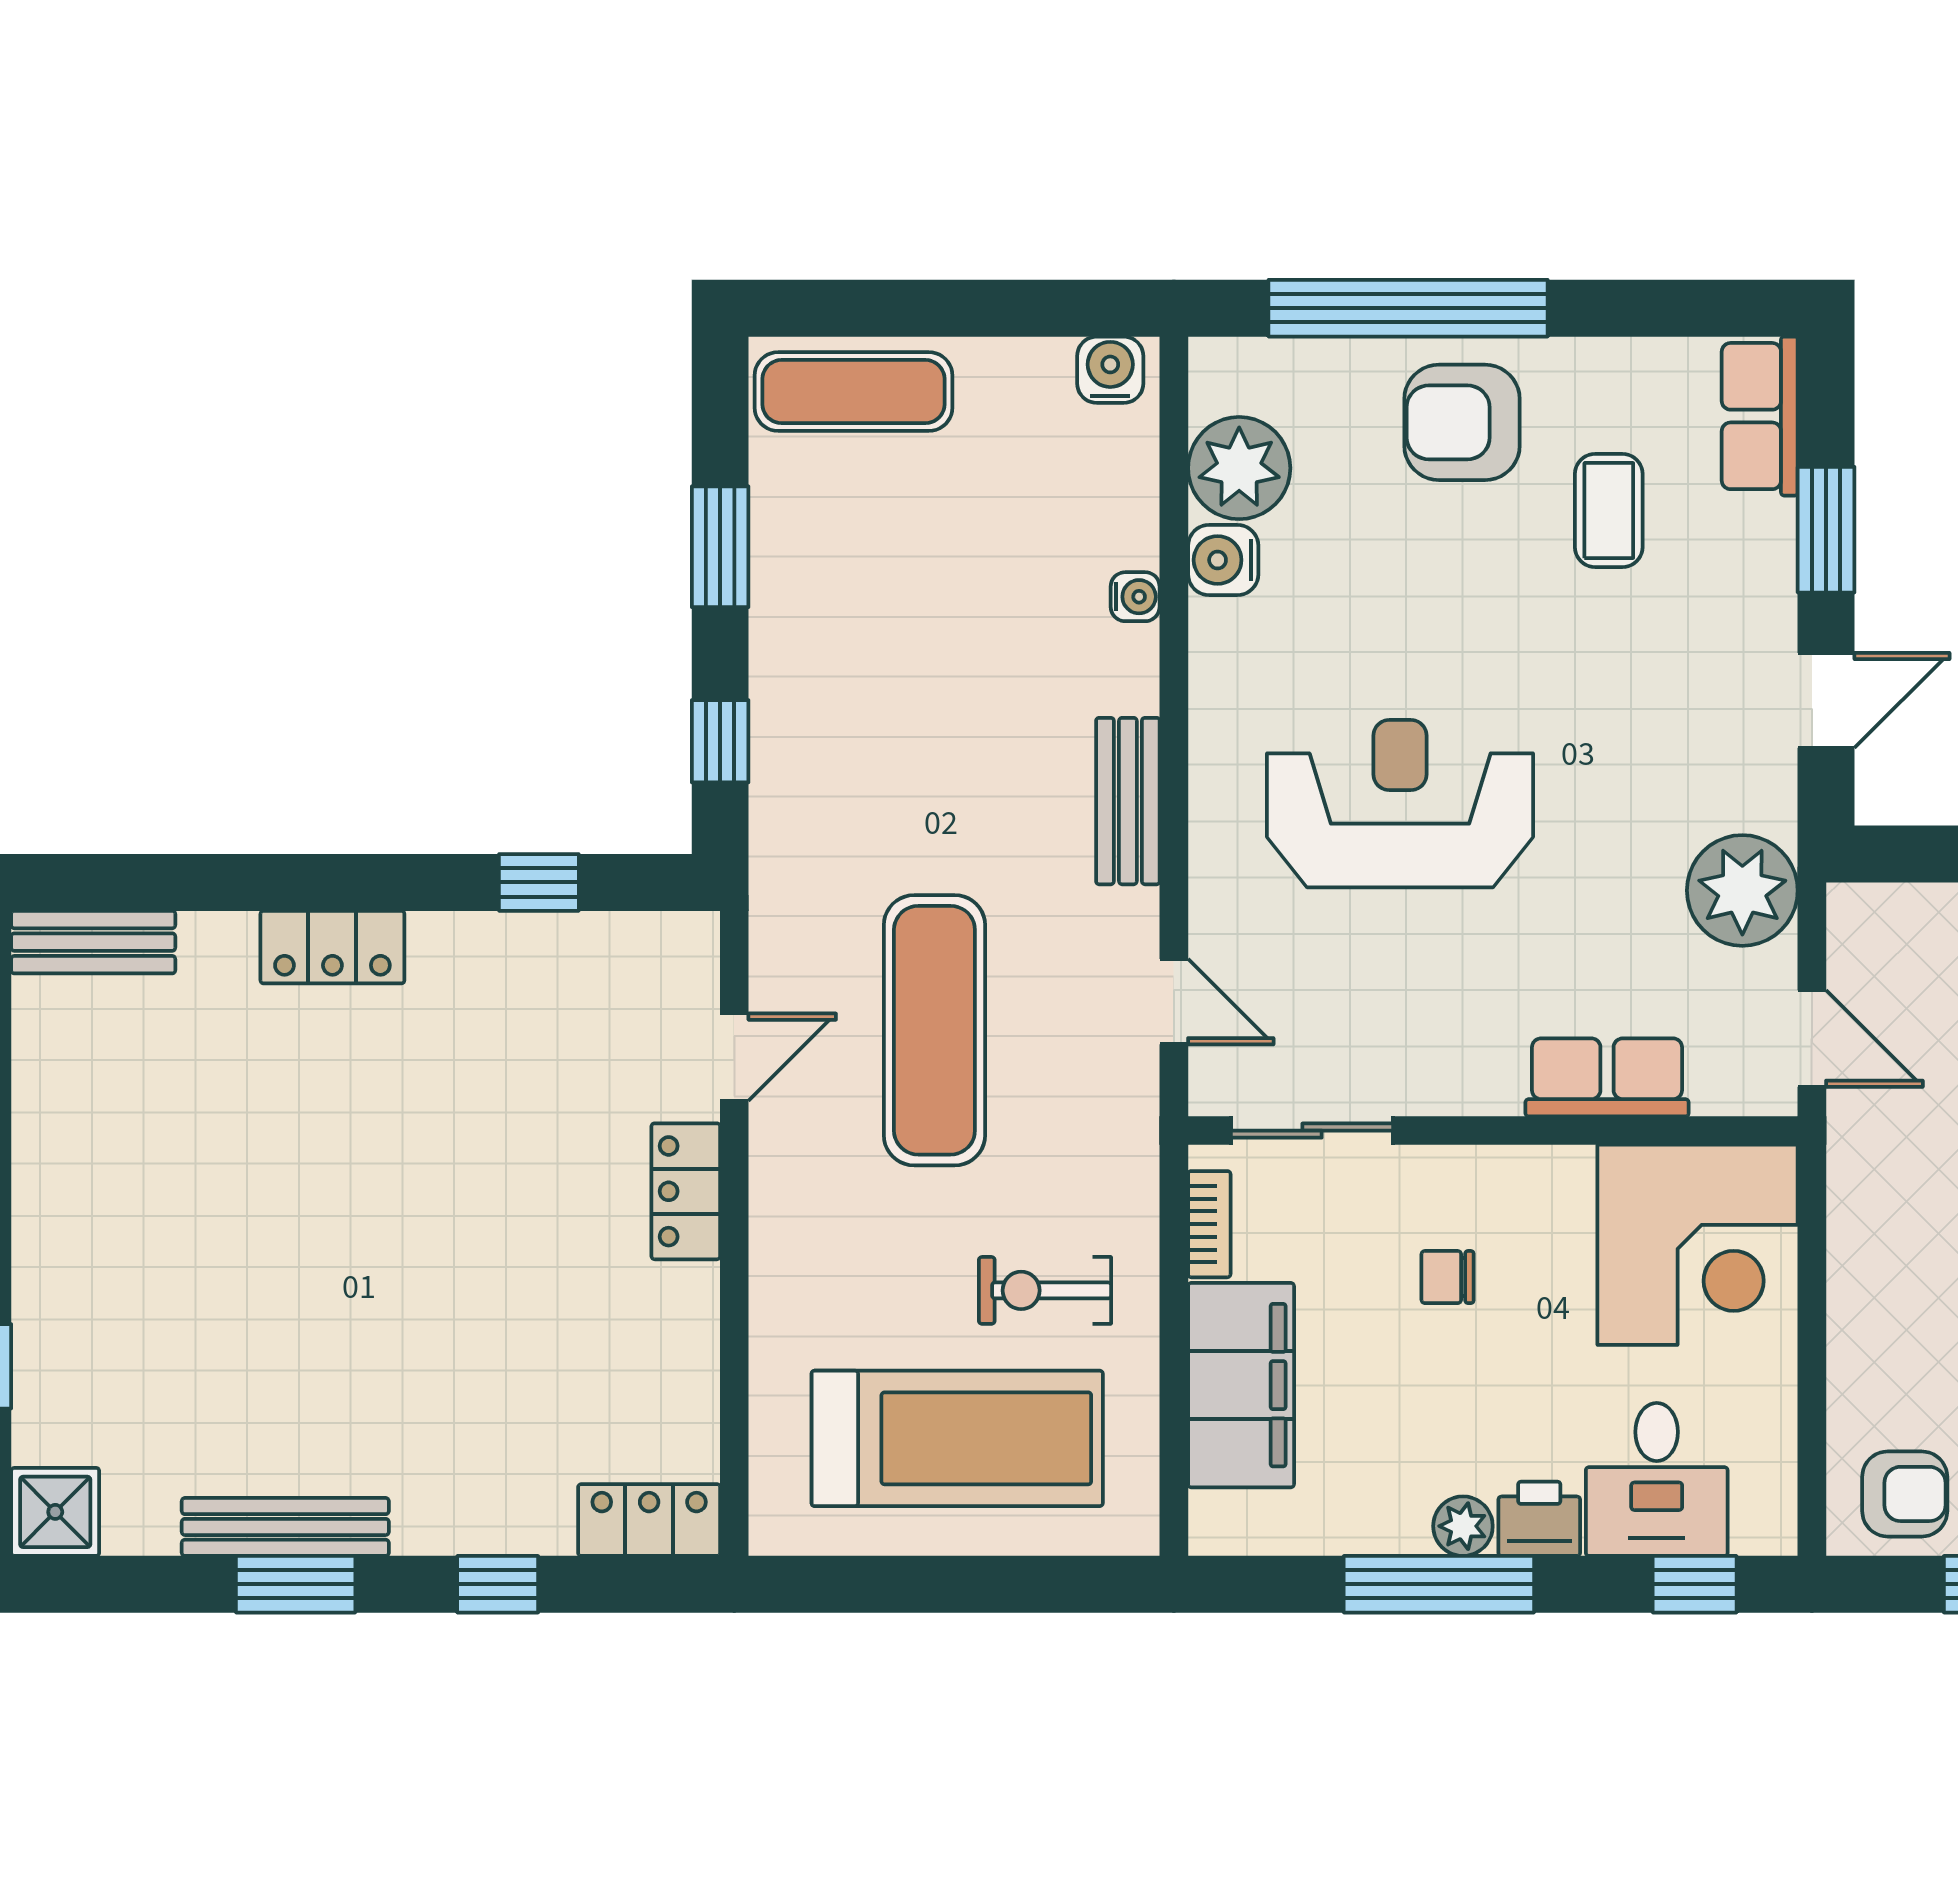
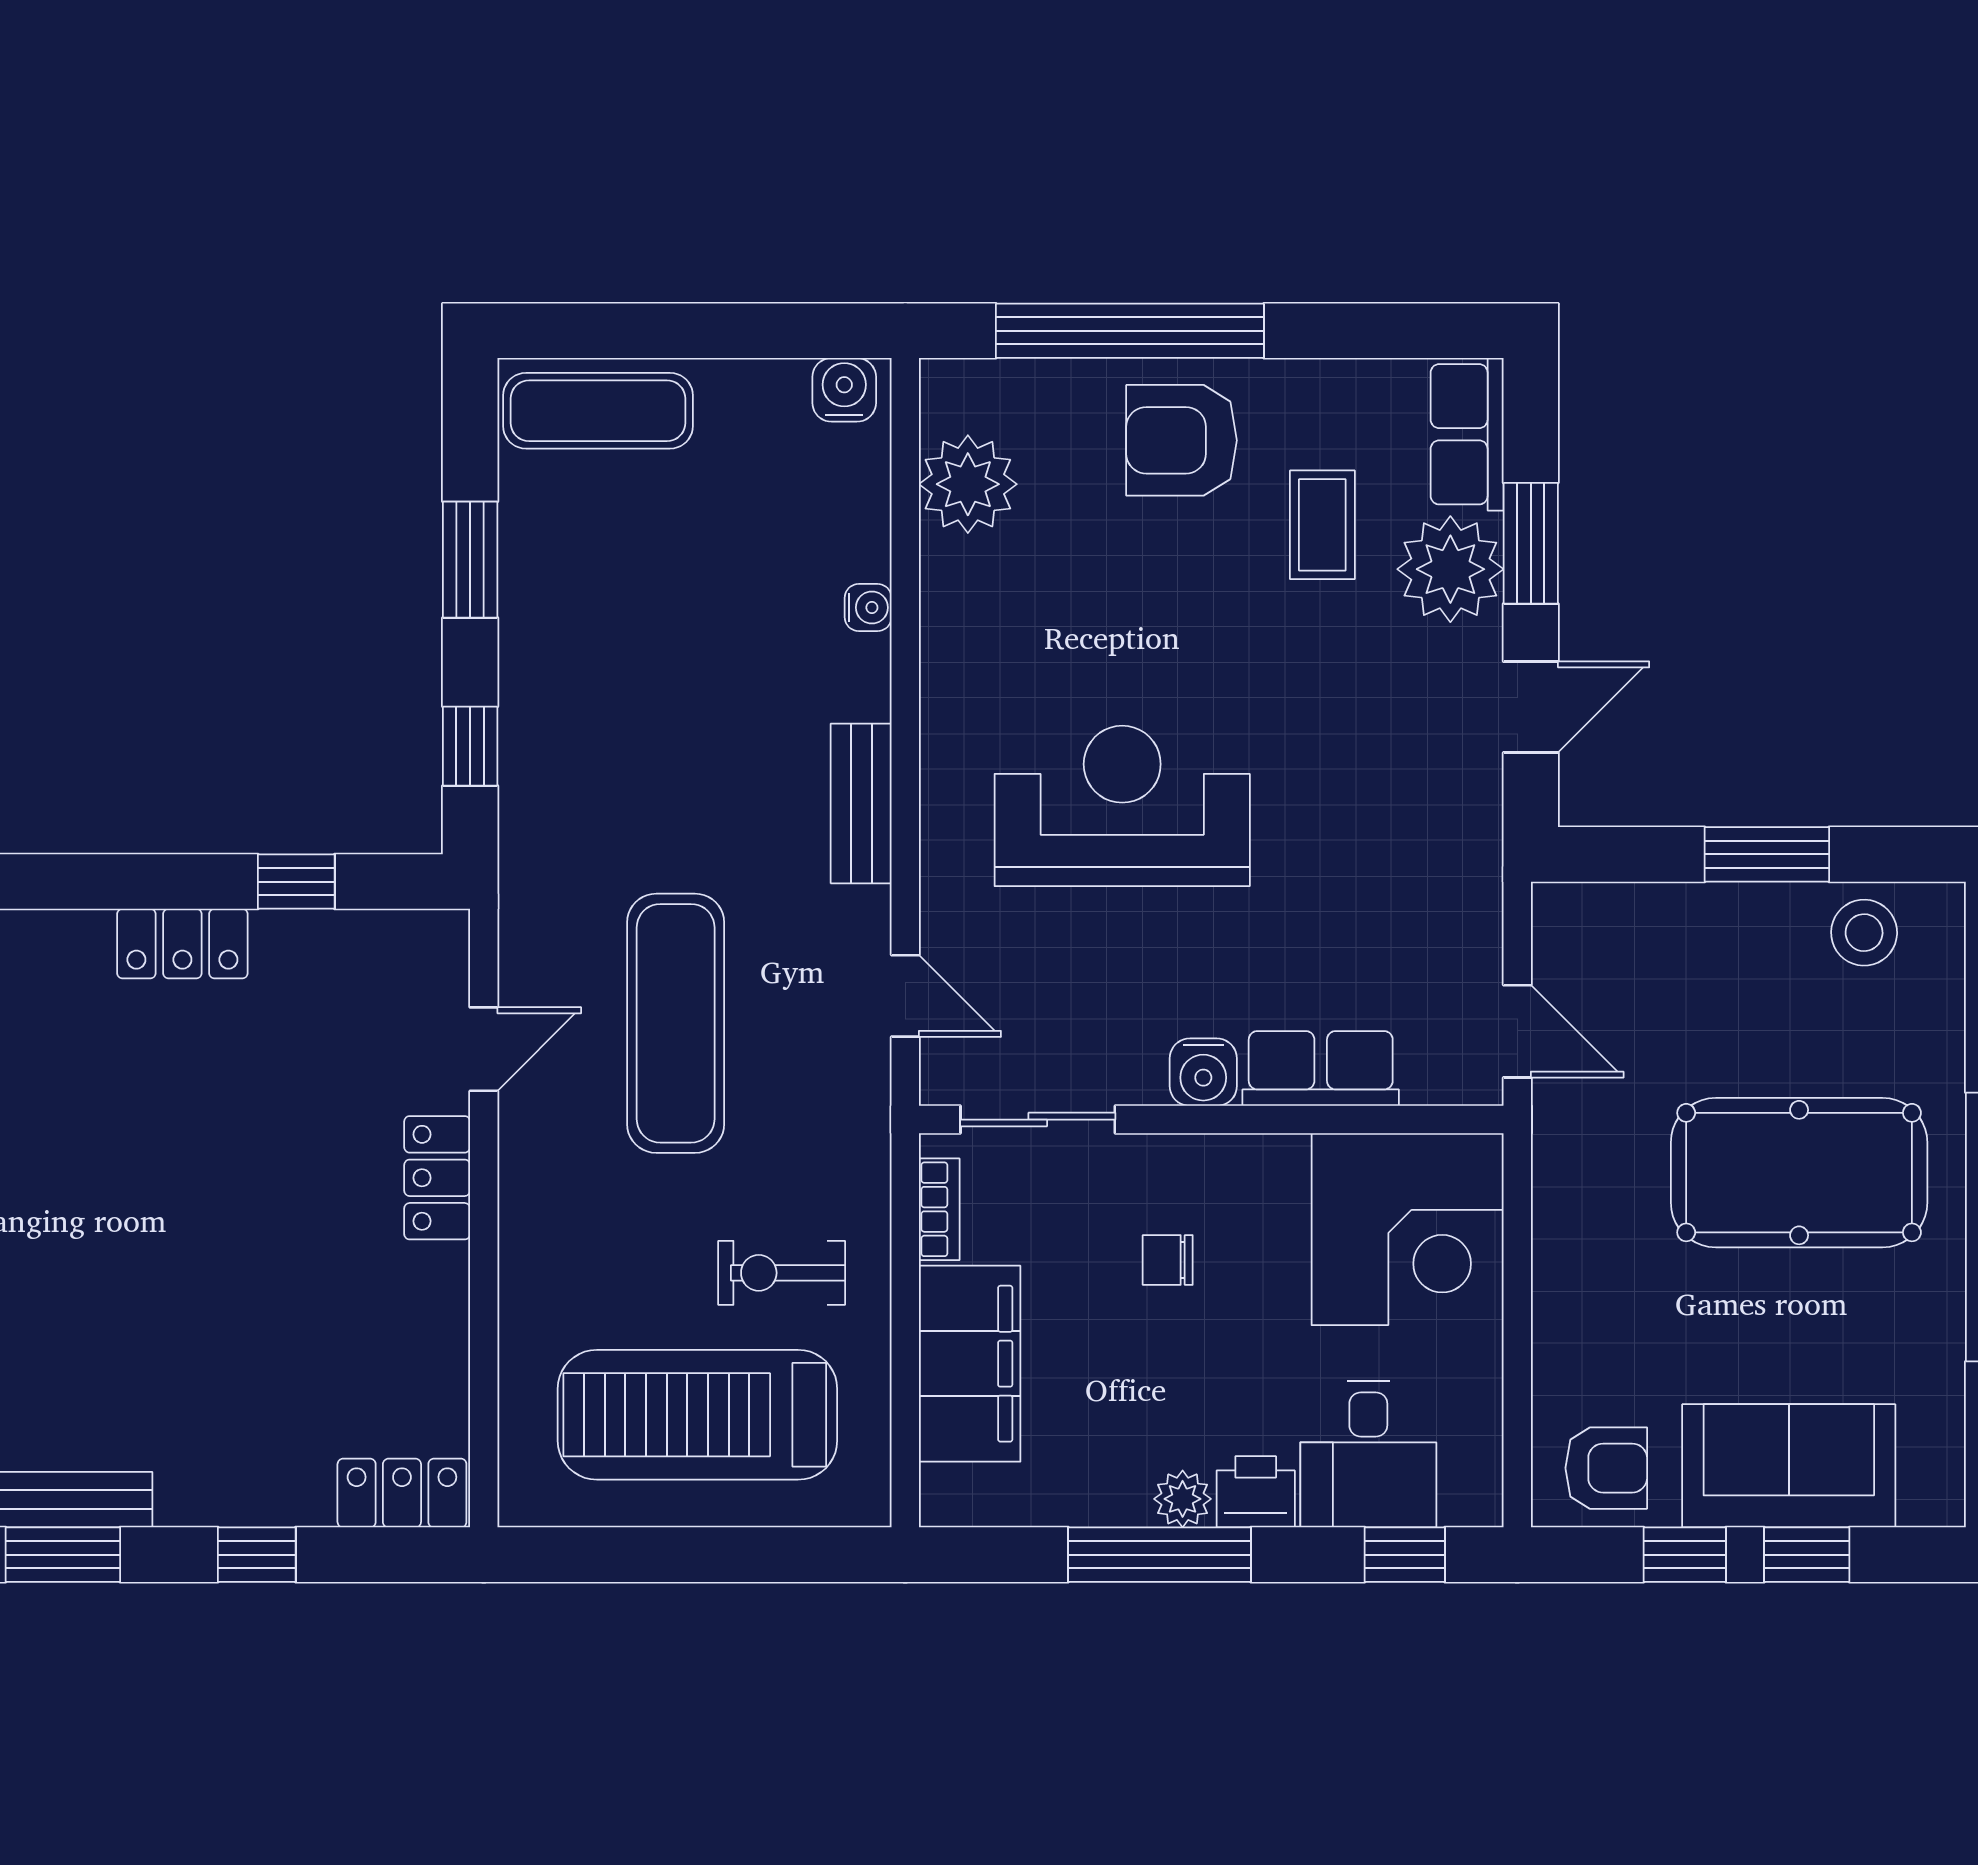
water cooler: (1223, 560) -> (1203, 1072), moved, turned -90
plant: (1742, 890) -> (1450, 569), moved
locker: (332, 947) -> (182, 944), moved
treadmill: (957, 1438) -> (697, 1415), turned 180

